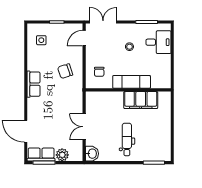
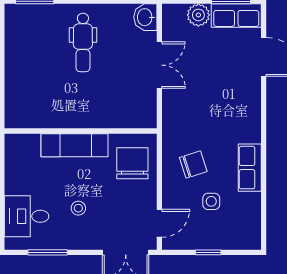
side table: (41, 40) -> (211, 201), moved
chair: (99, 72) -> (132, 163), width x1.87, depth x1.87
row of seats: (34, 84) -> (250, 168), moved
filing cabinet: (141, 100) -> (58, 113), removed

